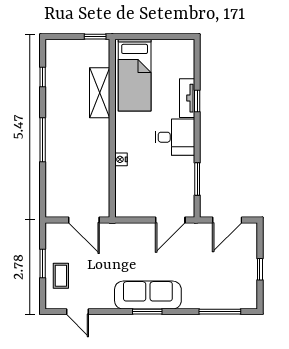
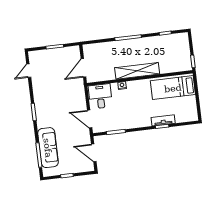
shelving: (100, 93) -> (137, 71), moved, width x1.47
desk: (175, 137) -> (100, 96), moved, turned 180
coffee table: (61, 276) -> (49, 58), removed
sofa: (148, 295) -> (48, 148), moved

